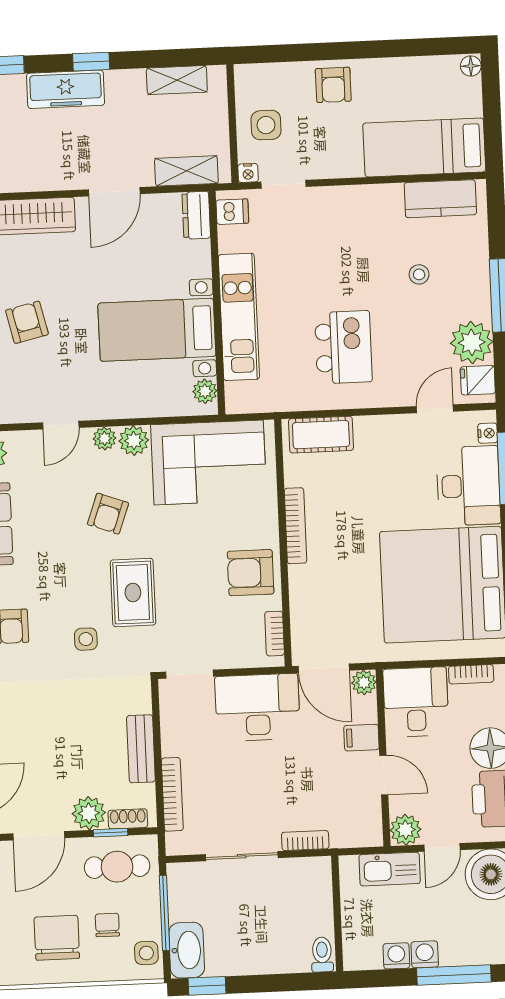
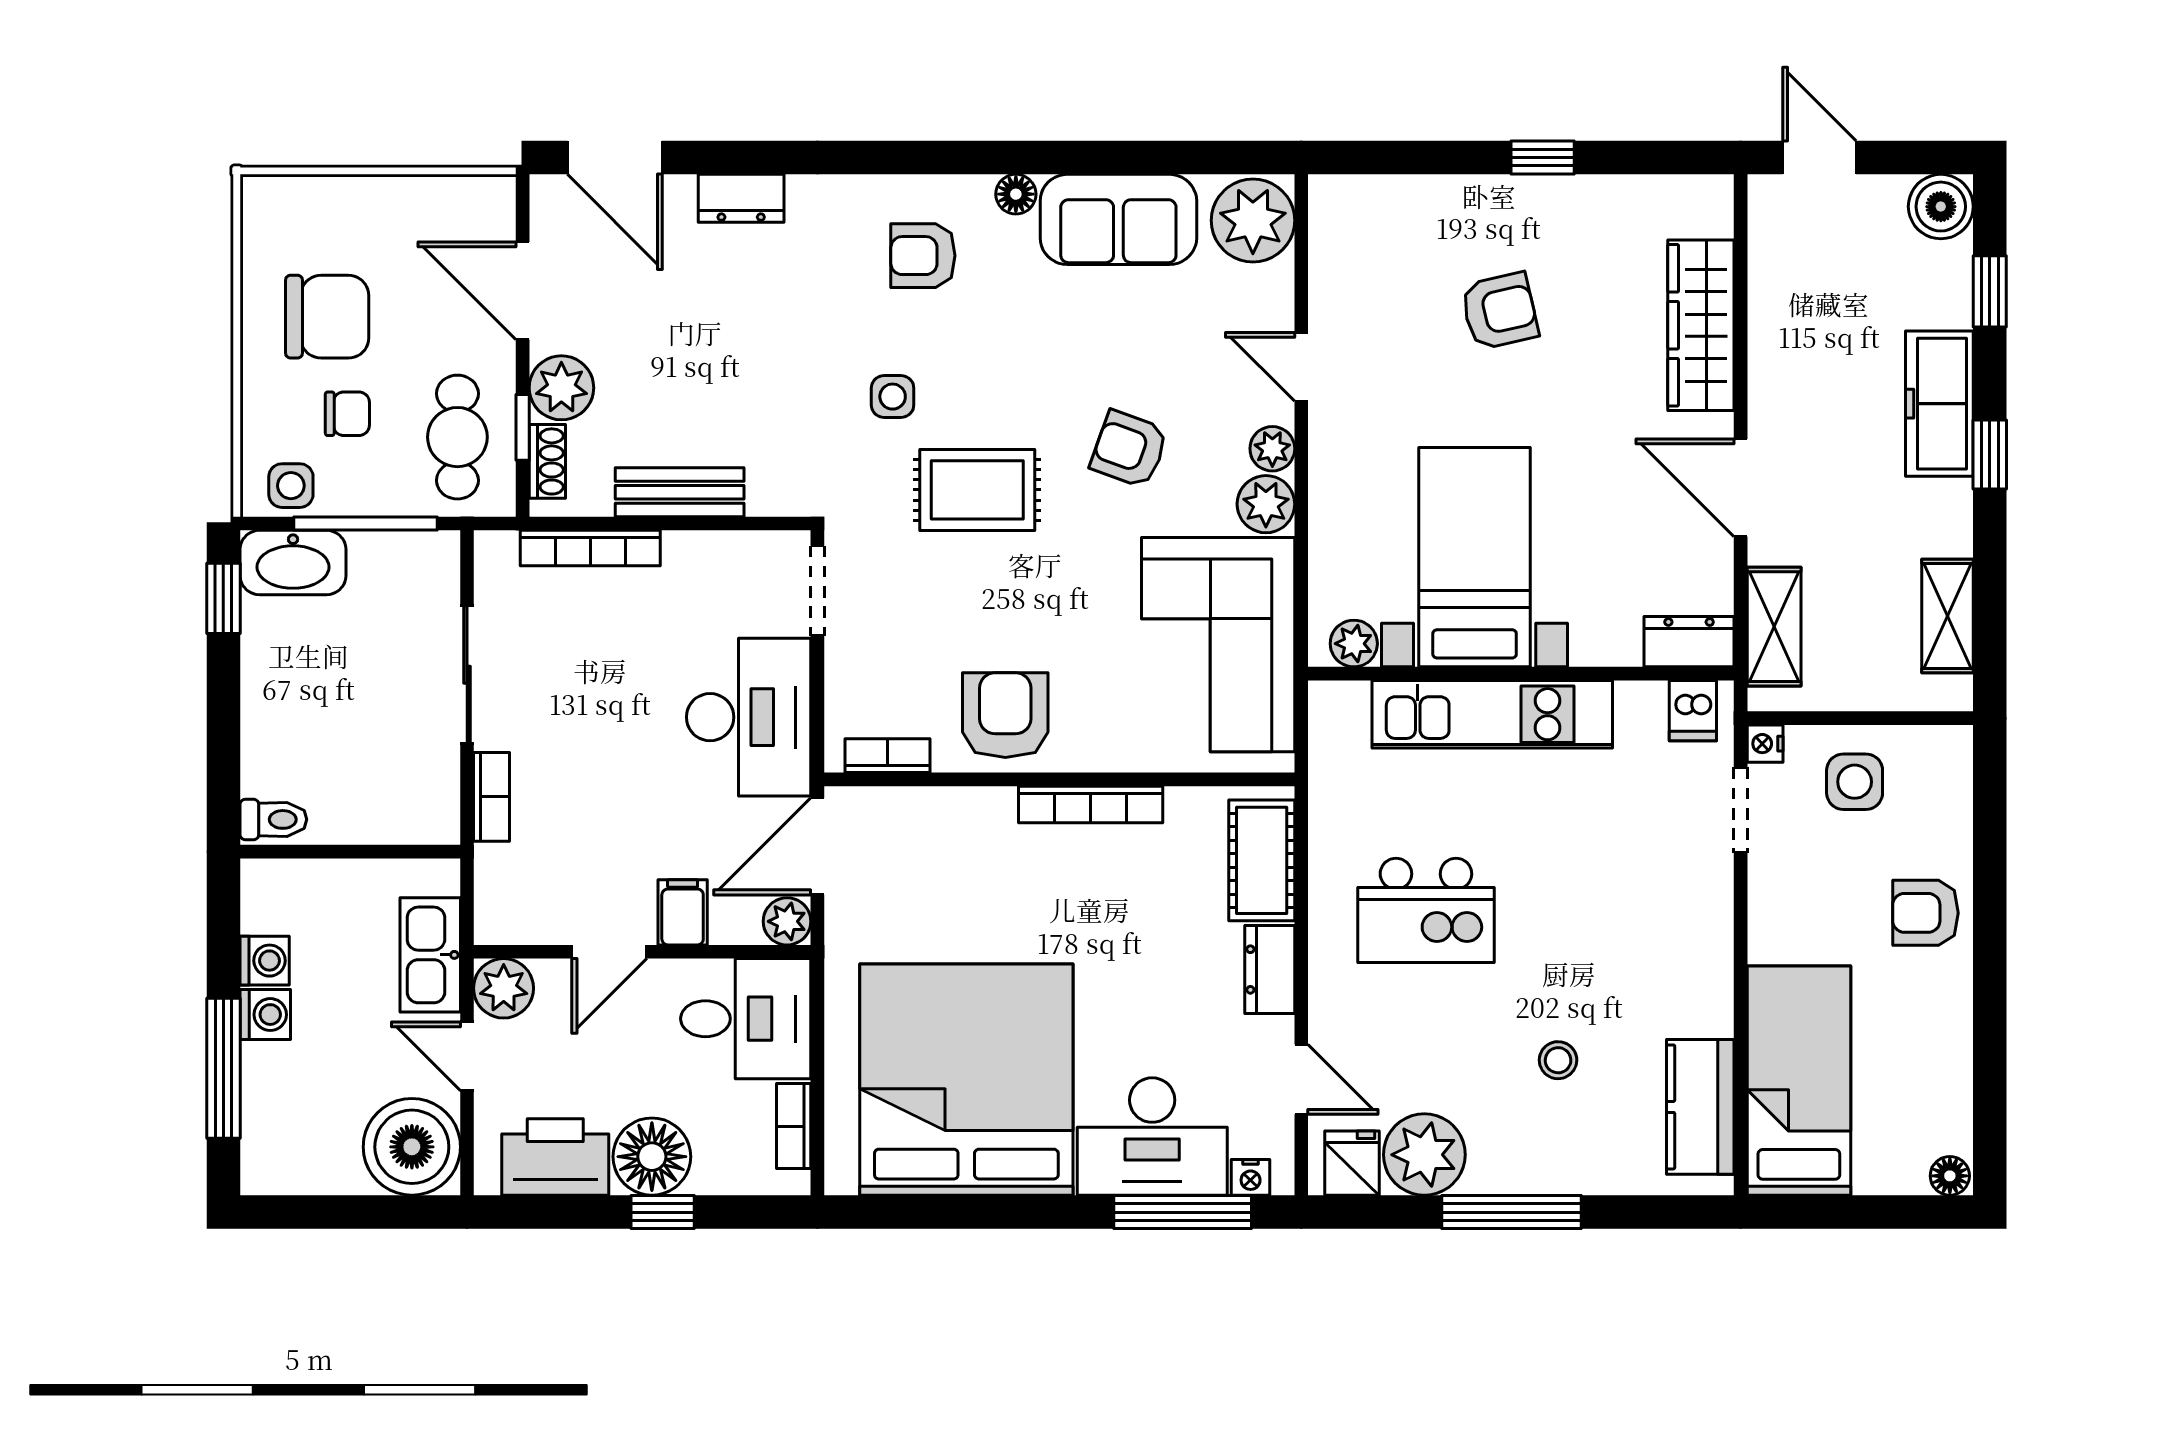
dresser: (378, 428) -> (1270, 970), added

